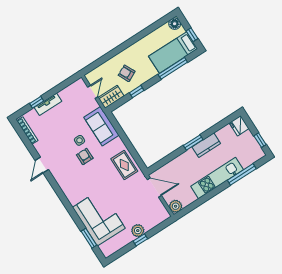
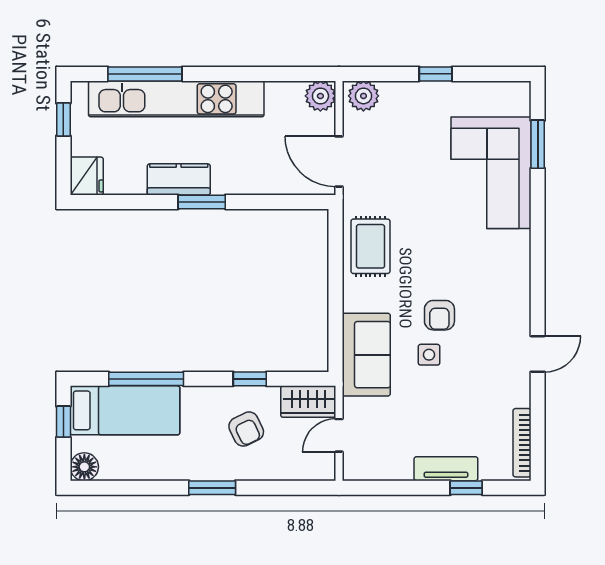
window: (125, 45) -> (212, 488), added
kitchen unit: (217, 178) -> (176, 99), width x1.36
plant: (138, 231) -> (363, 96), moved

